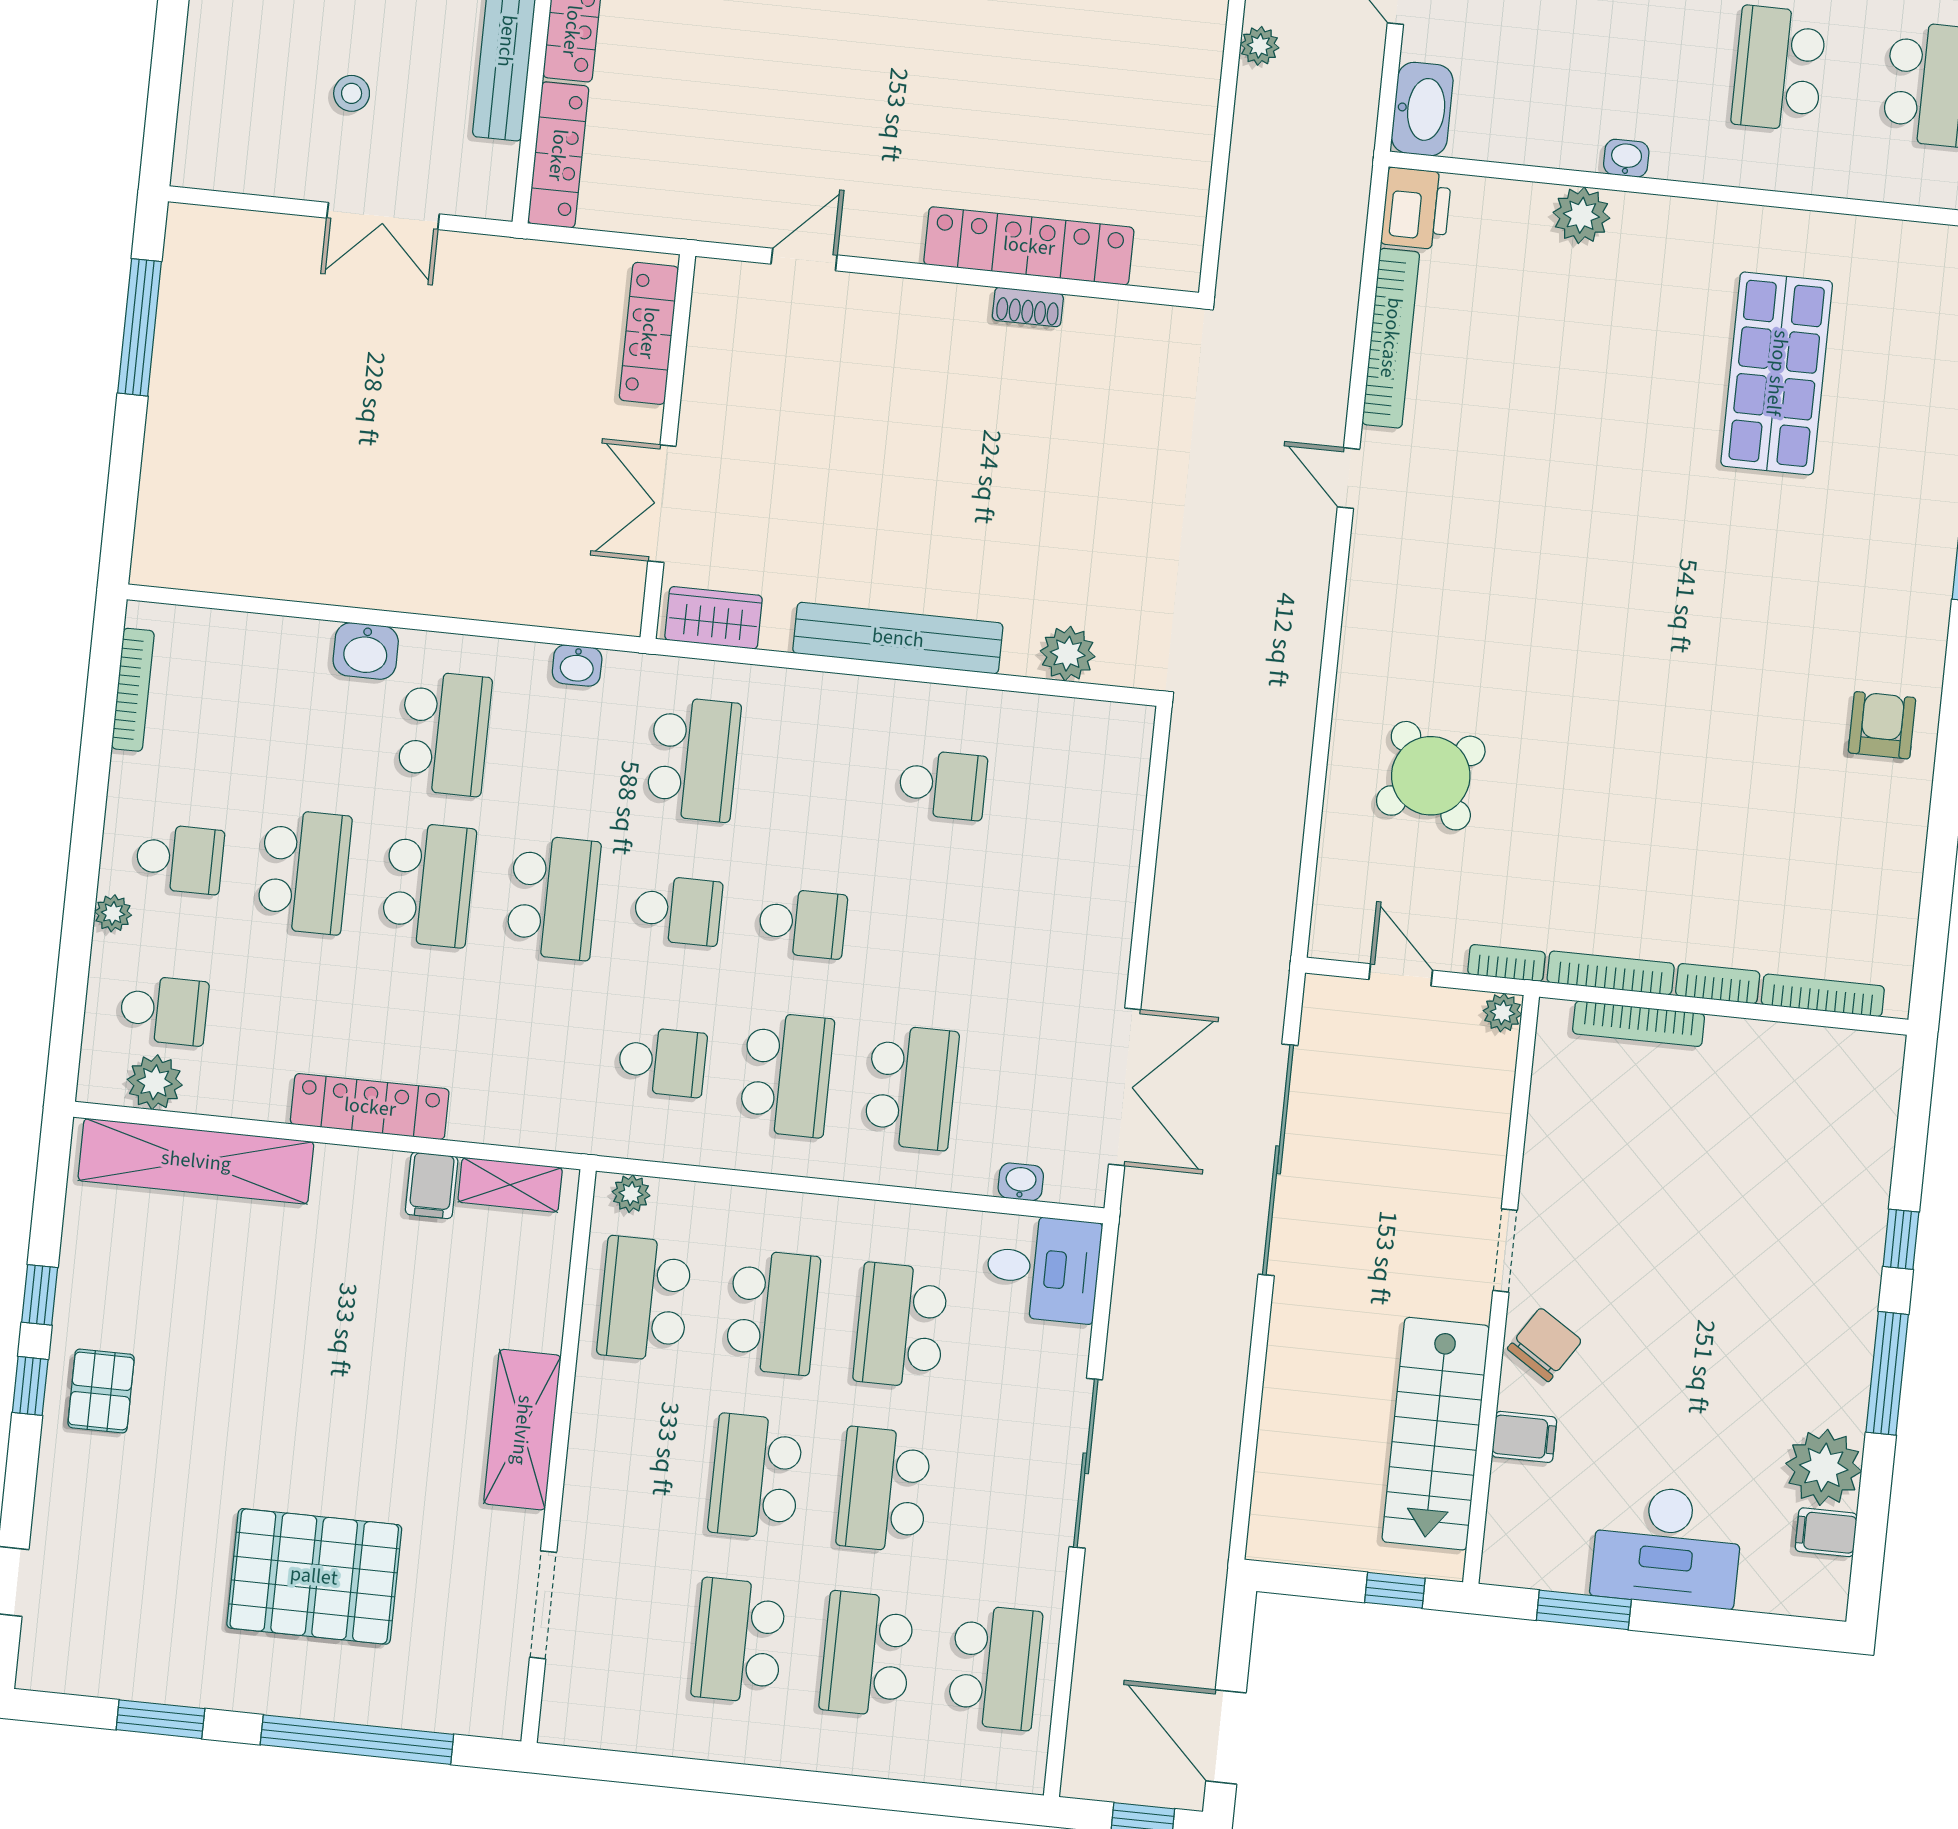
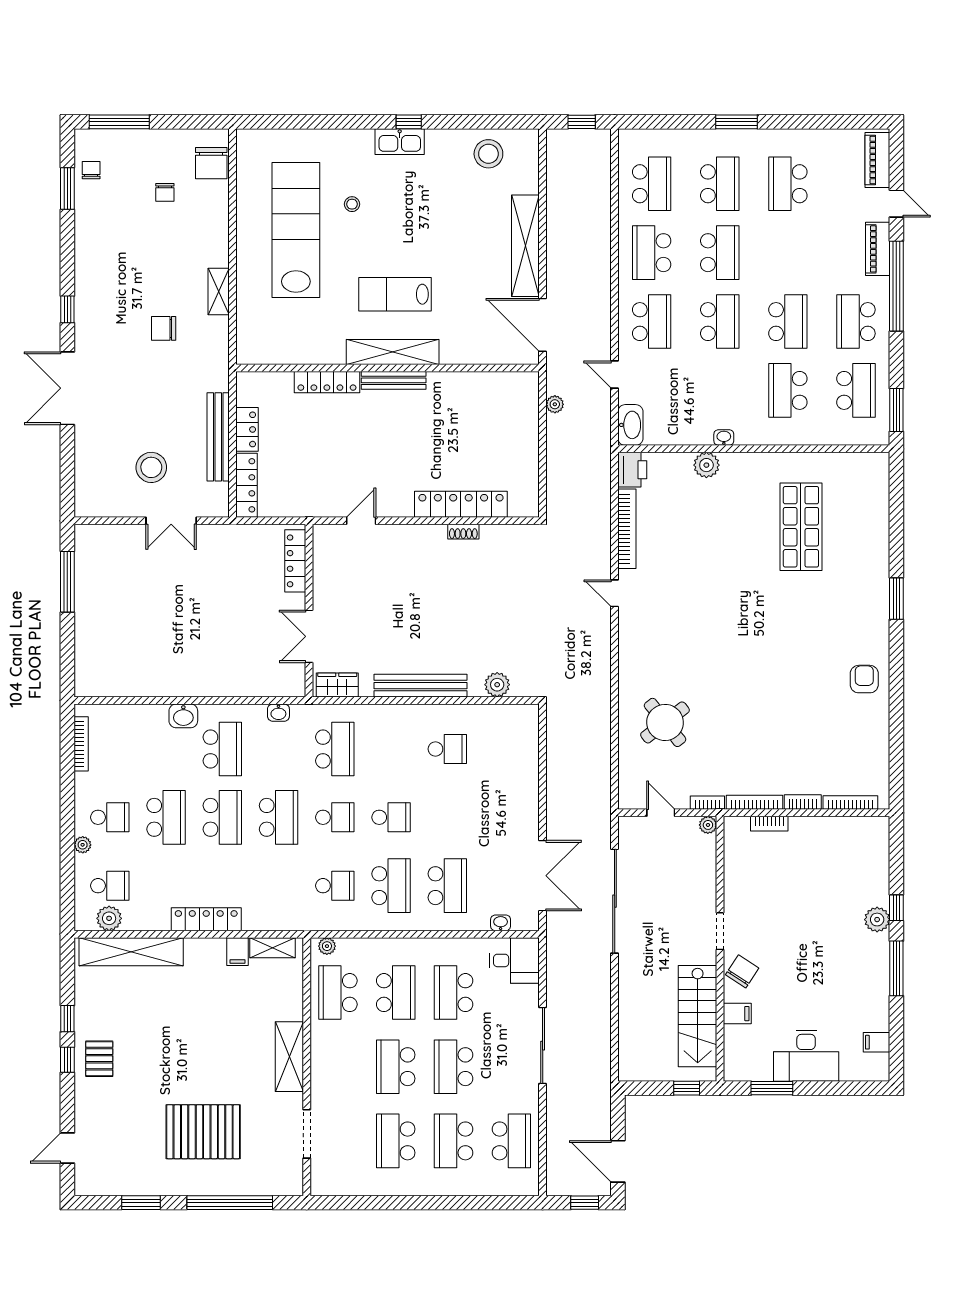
stool: (352, 93) -> (151, 467), width x1.89, depth x1.89
bookcase: (1639, 1024) -> (769, 824), width x0.64
plant: (1824, 1467) -> (877, 920), moved, width x0.73, depth x0.73

